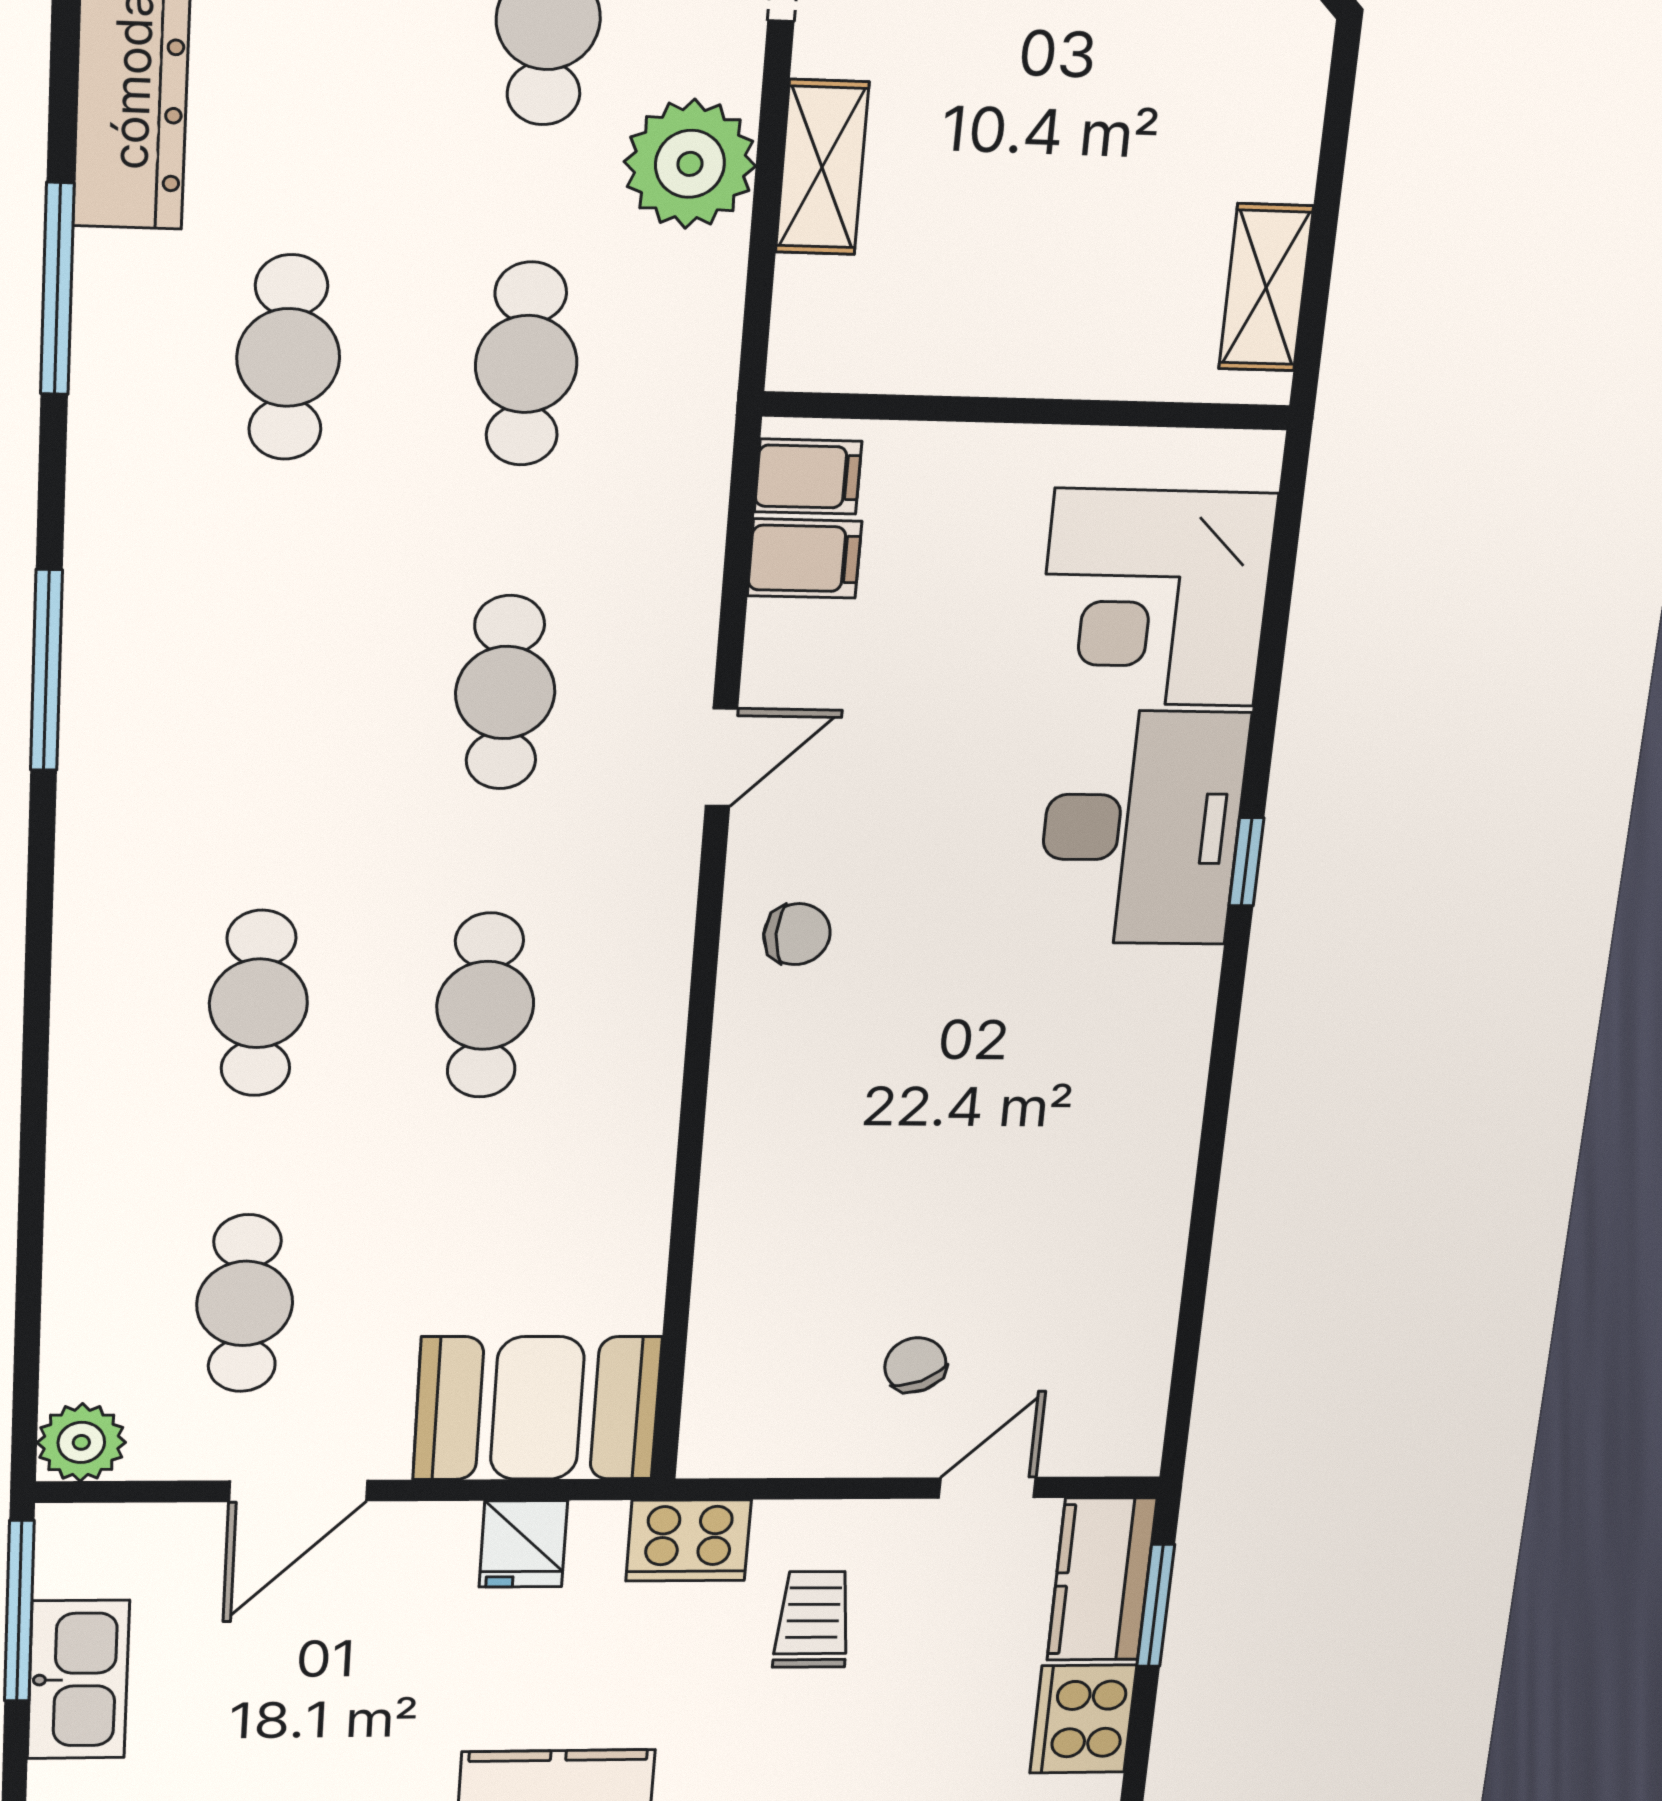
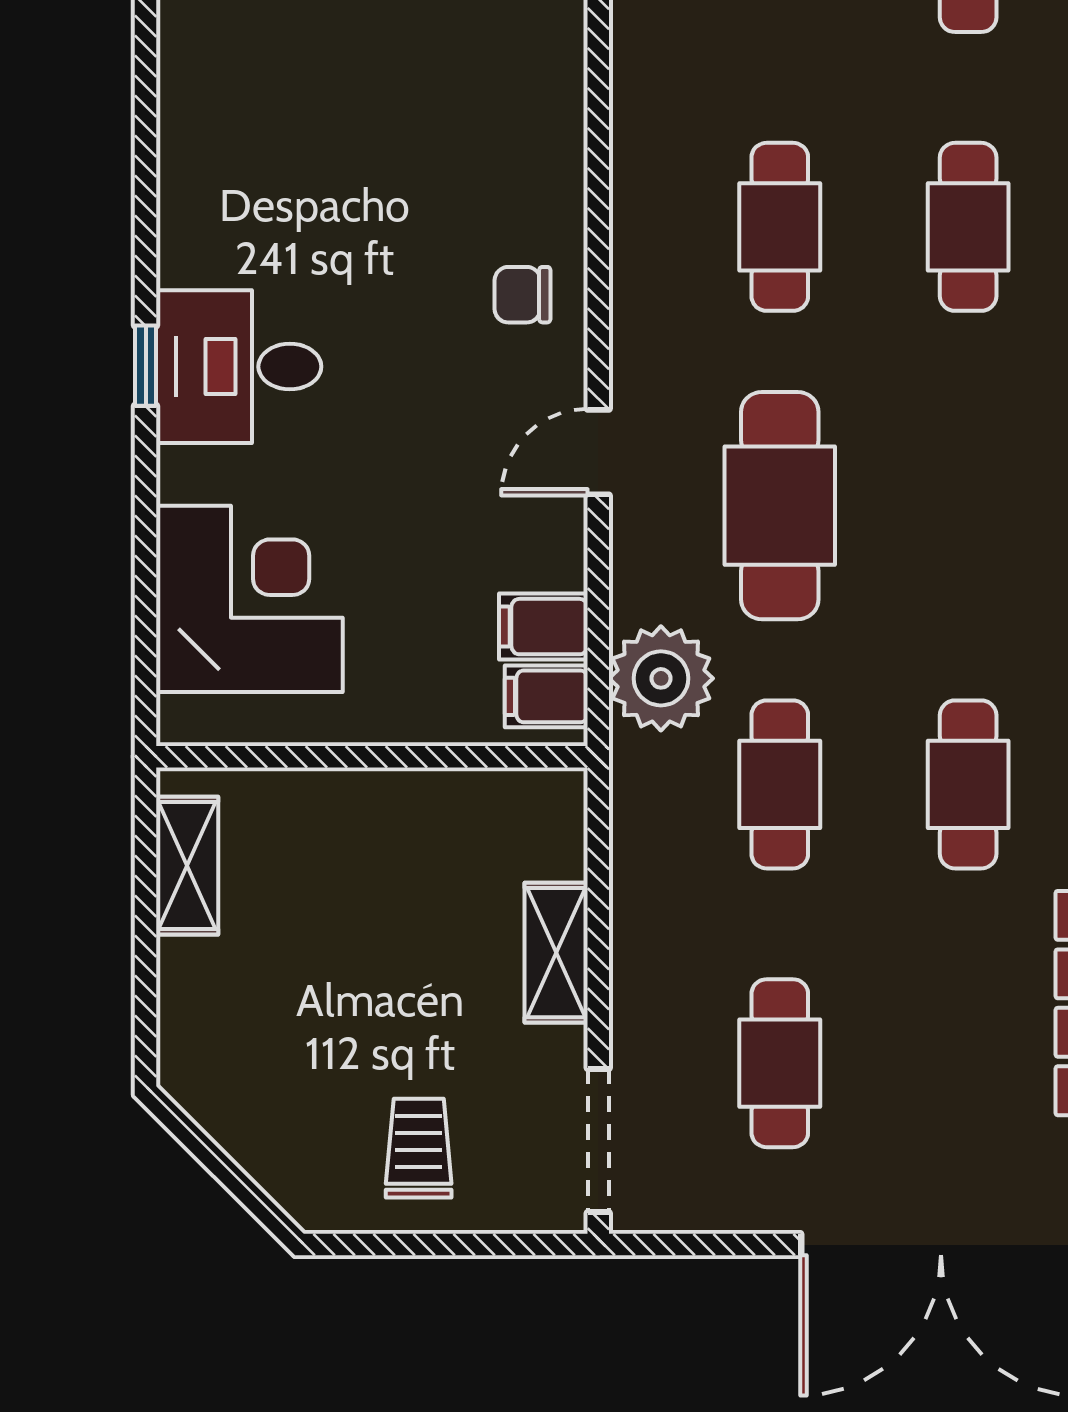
plant: (690, 164) -> (661, 678), moved
cafe table: (505, 693) -> (780, 506), width x1.37, depth x1.35
desk: (1142, 828) -> (239, 367), width x0.73

